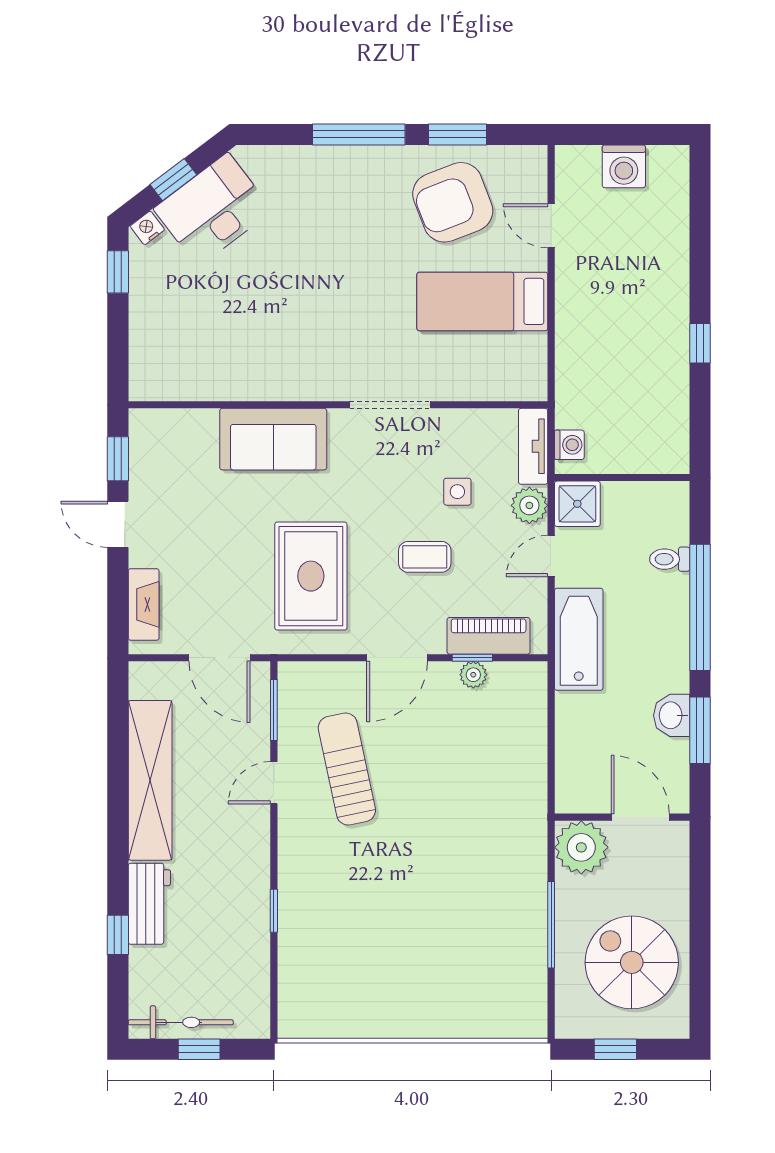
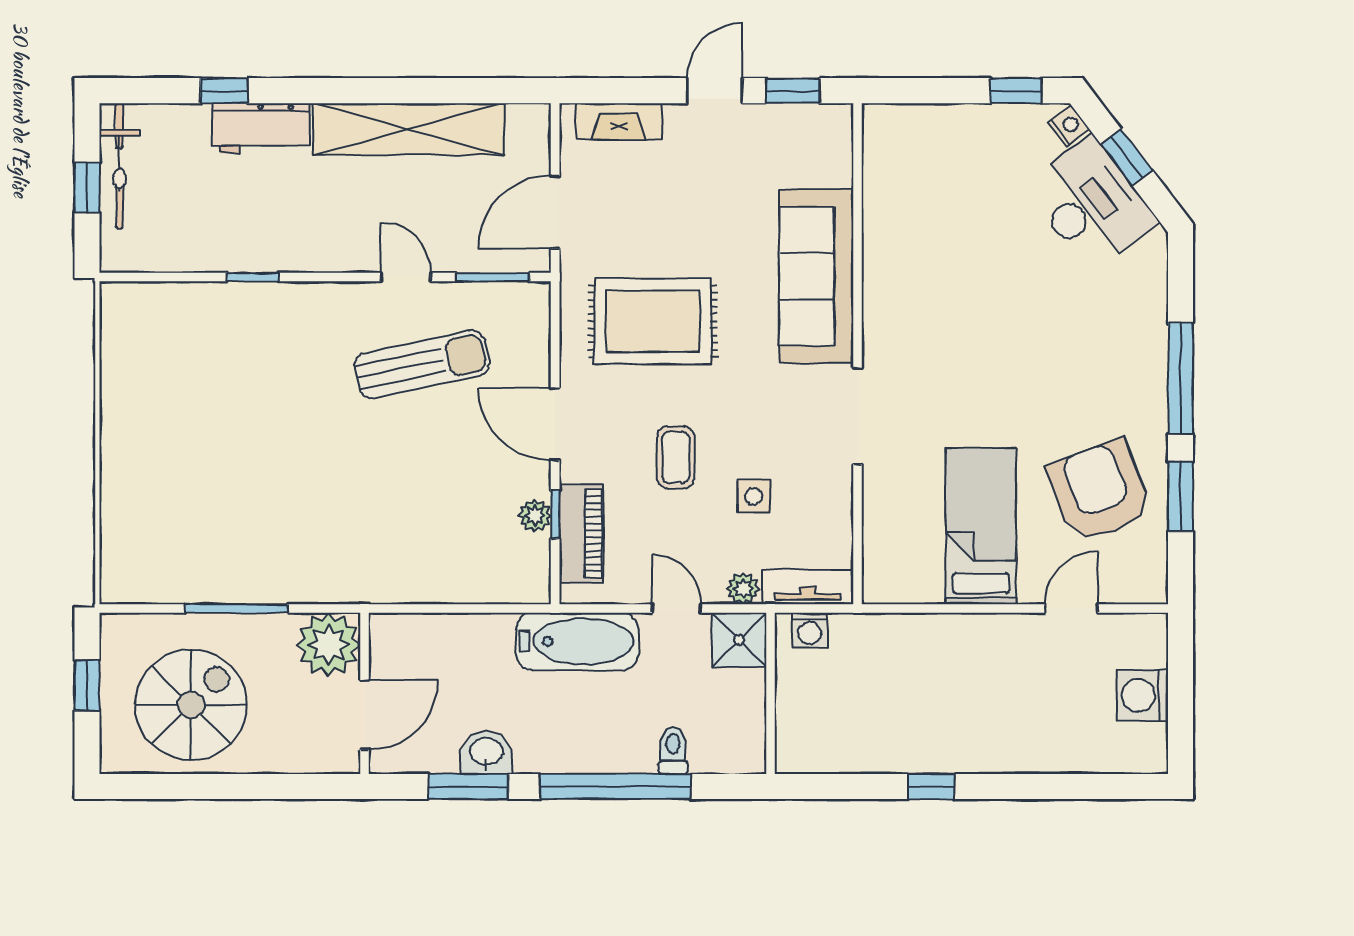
sofa: (273, 439) -> (816, 276), width x1.36
plant: (529, 505) -> (743, 588), width x0.73, depth x0.73

